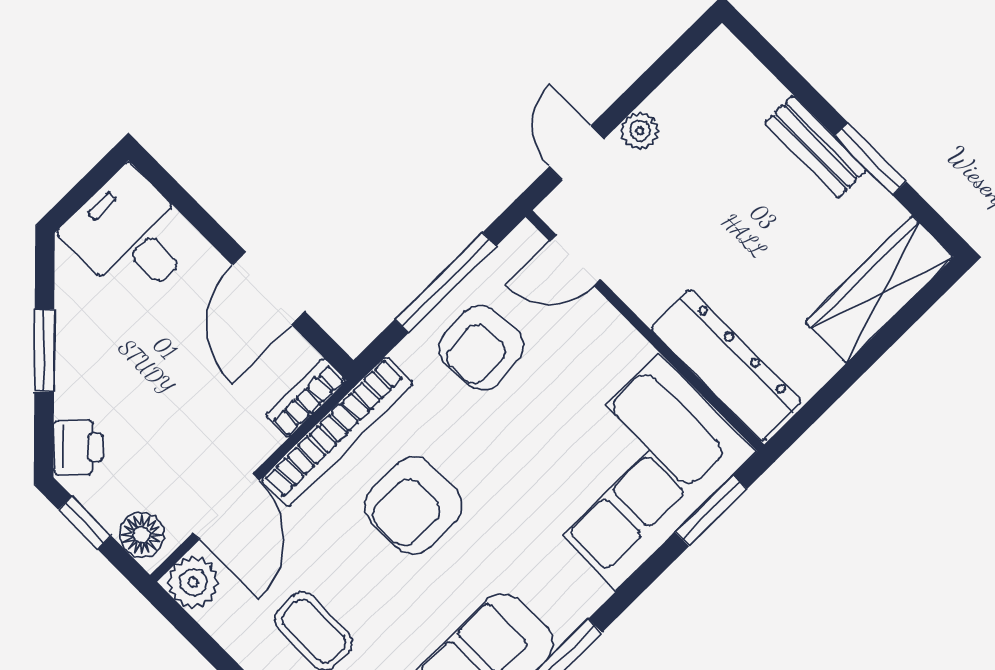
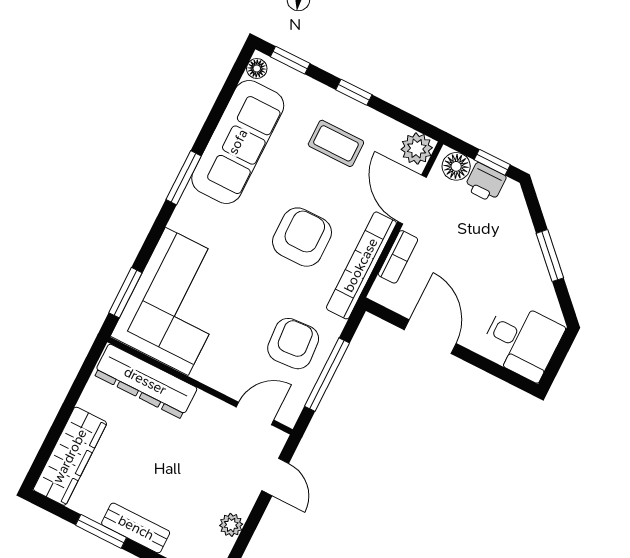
plant: (640, 131) -> (231, 525), moved
bookcase: (306, 398) -> (398, 257), moved
printer: (78, 447) -> (485, 183), moved, turned -45

